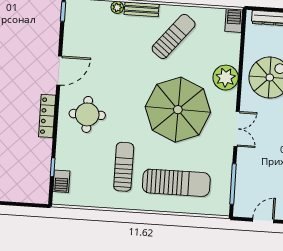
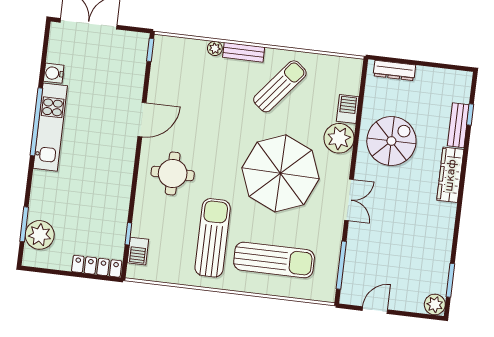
barbecue: (234, 21) -> (348, 109), moved
locker: (47, 116) -> (97, 266), moved, turned 90
sun lounger: (124, 167) -> (213, 238), width x1.36, depth x1.34

